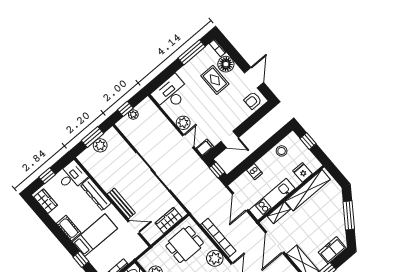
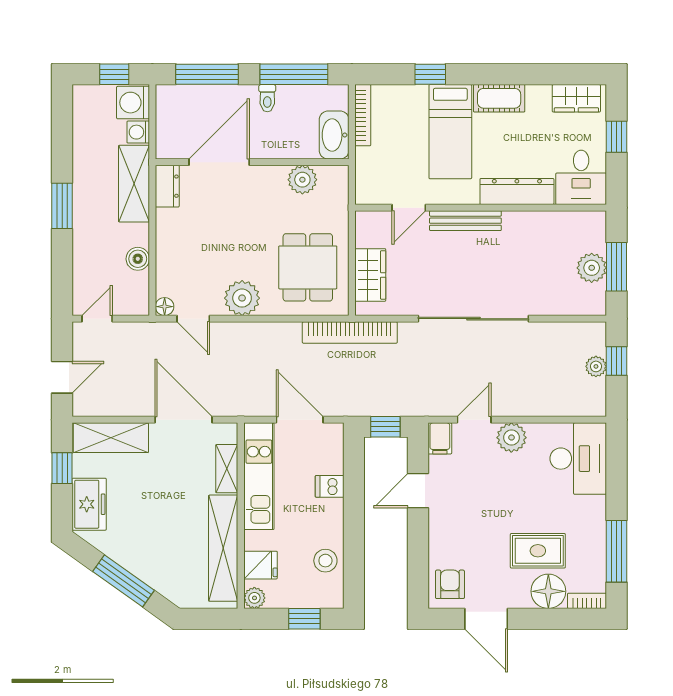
door: (188, 141) -> (474, 420), swing flipped
plant: (316, 165) -> (254, 598), added
bookcase: (218, 238) -> (350, 333), moved

